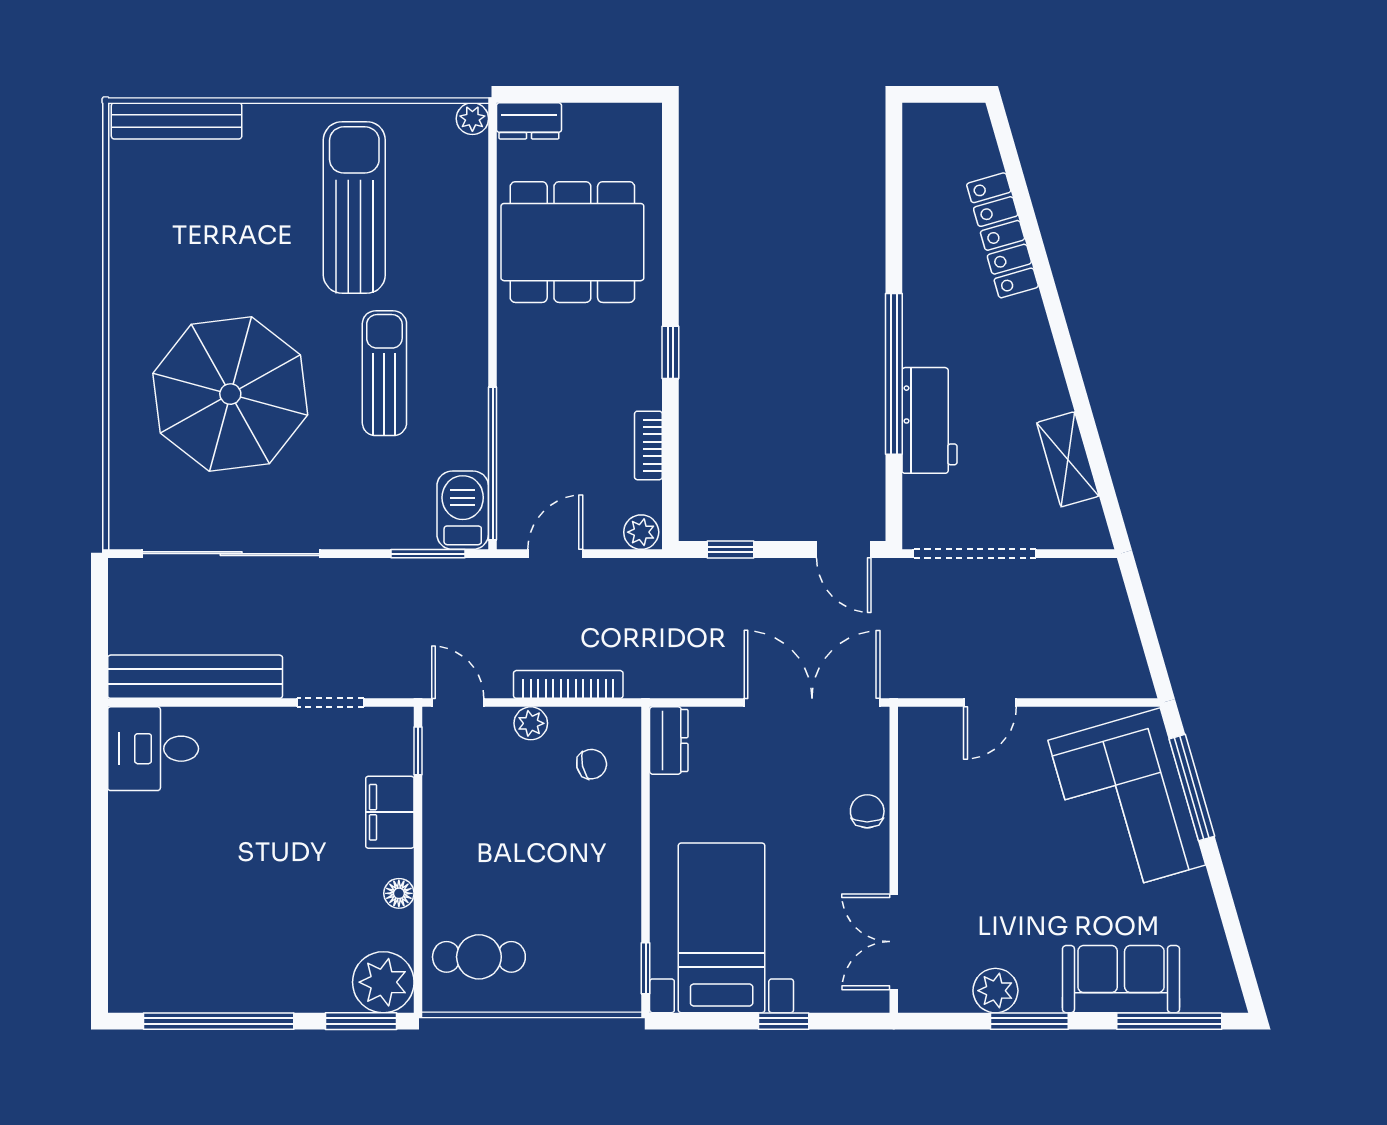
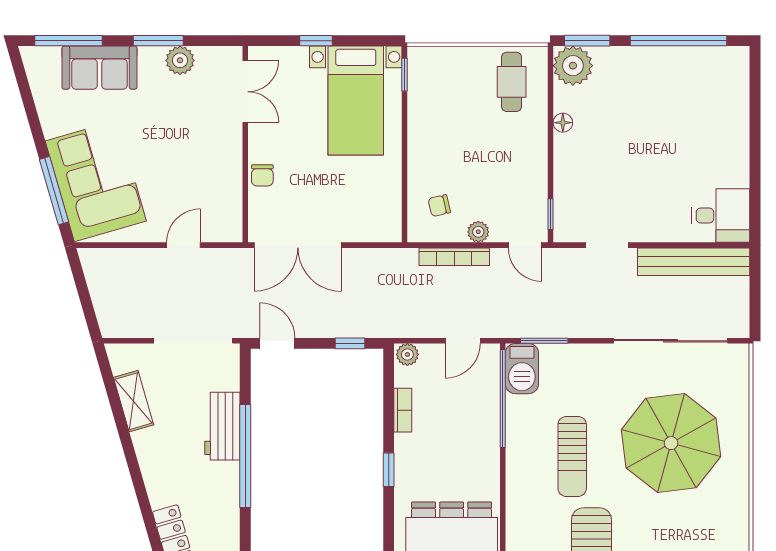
dresser: (669, 740) -> (390, 221), removed
filing cabinet: (390, 812) -> (569, 175), removed
cafe table: (479, 957) -> (512, 82), turned 90

